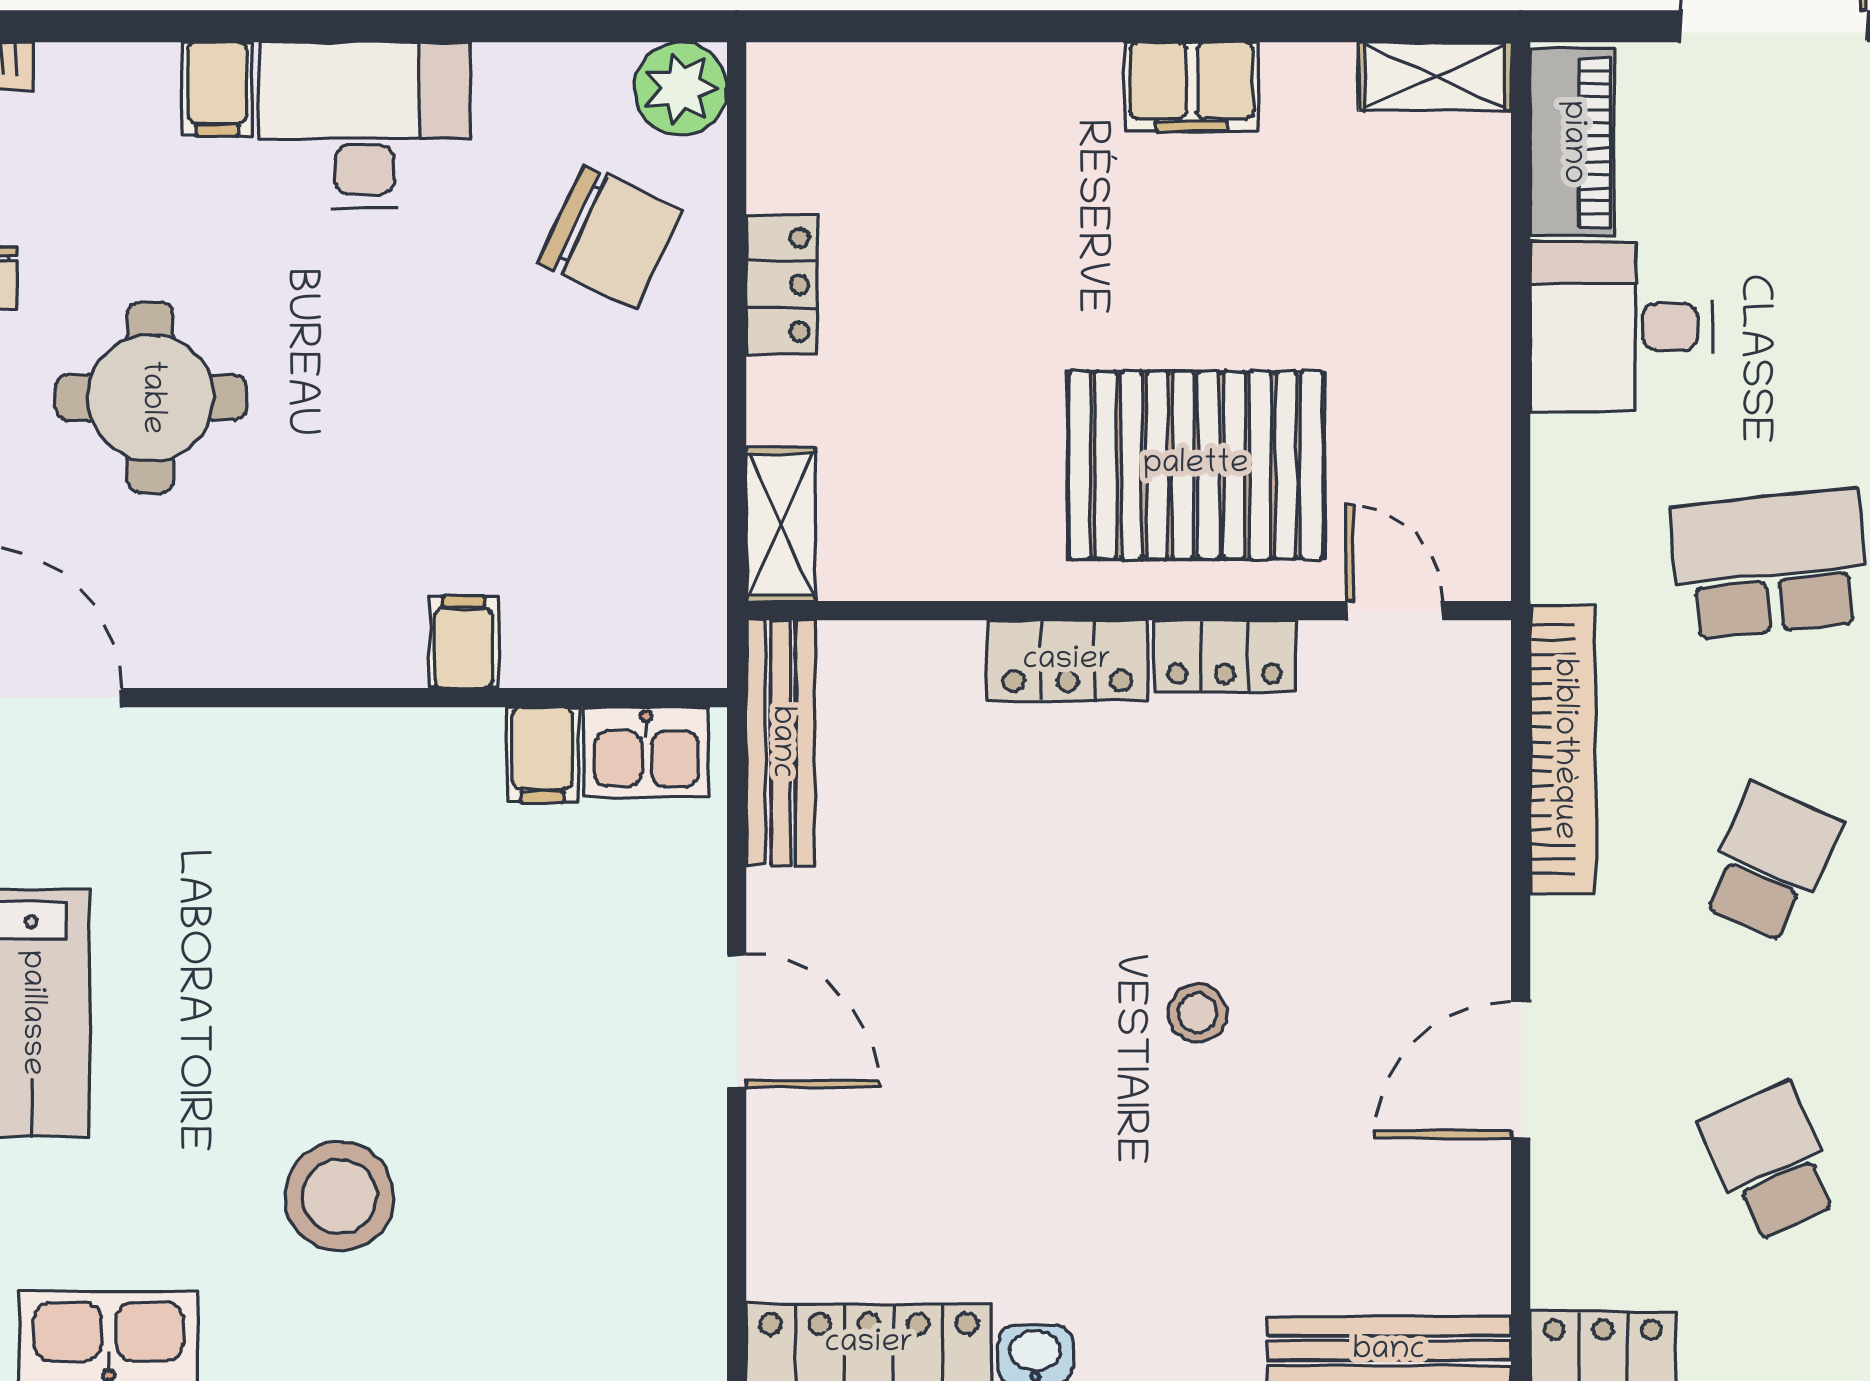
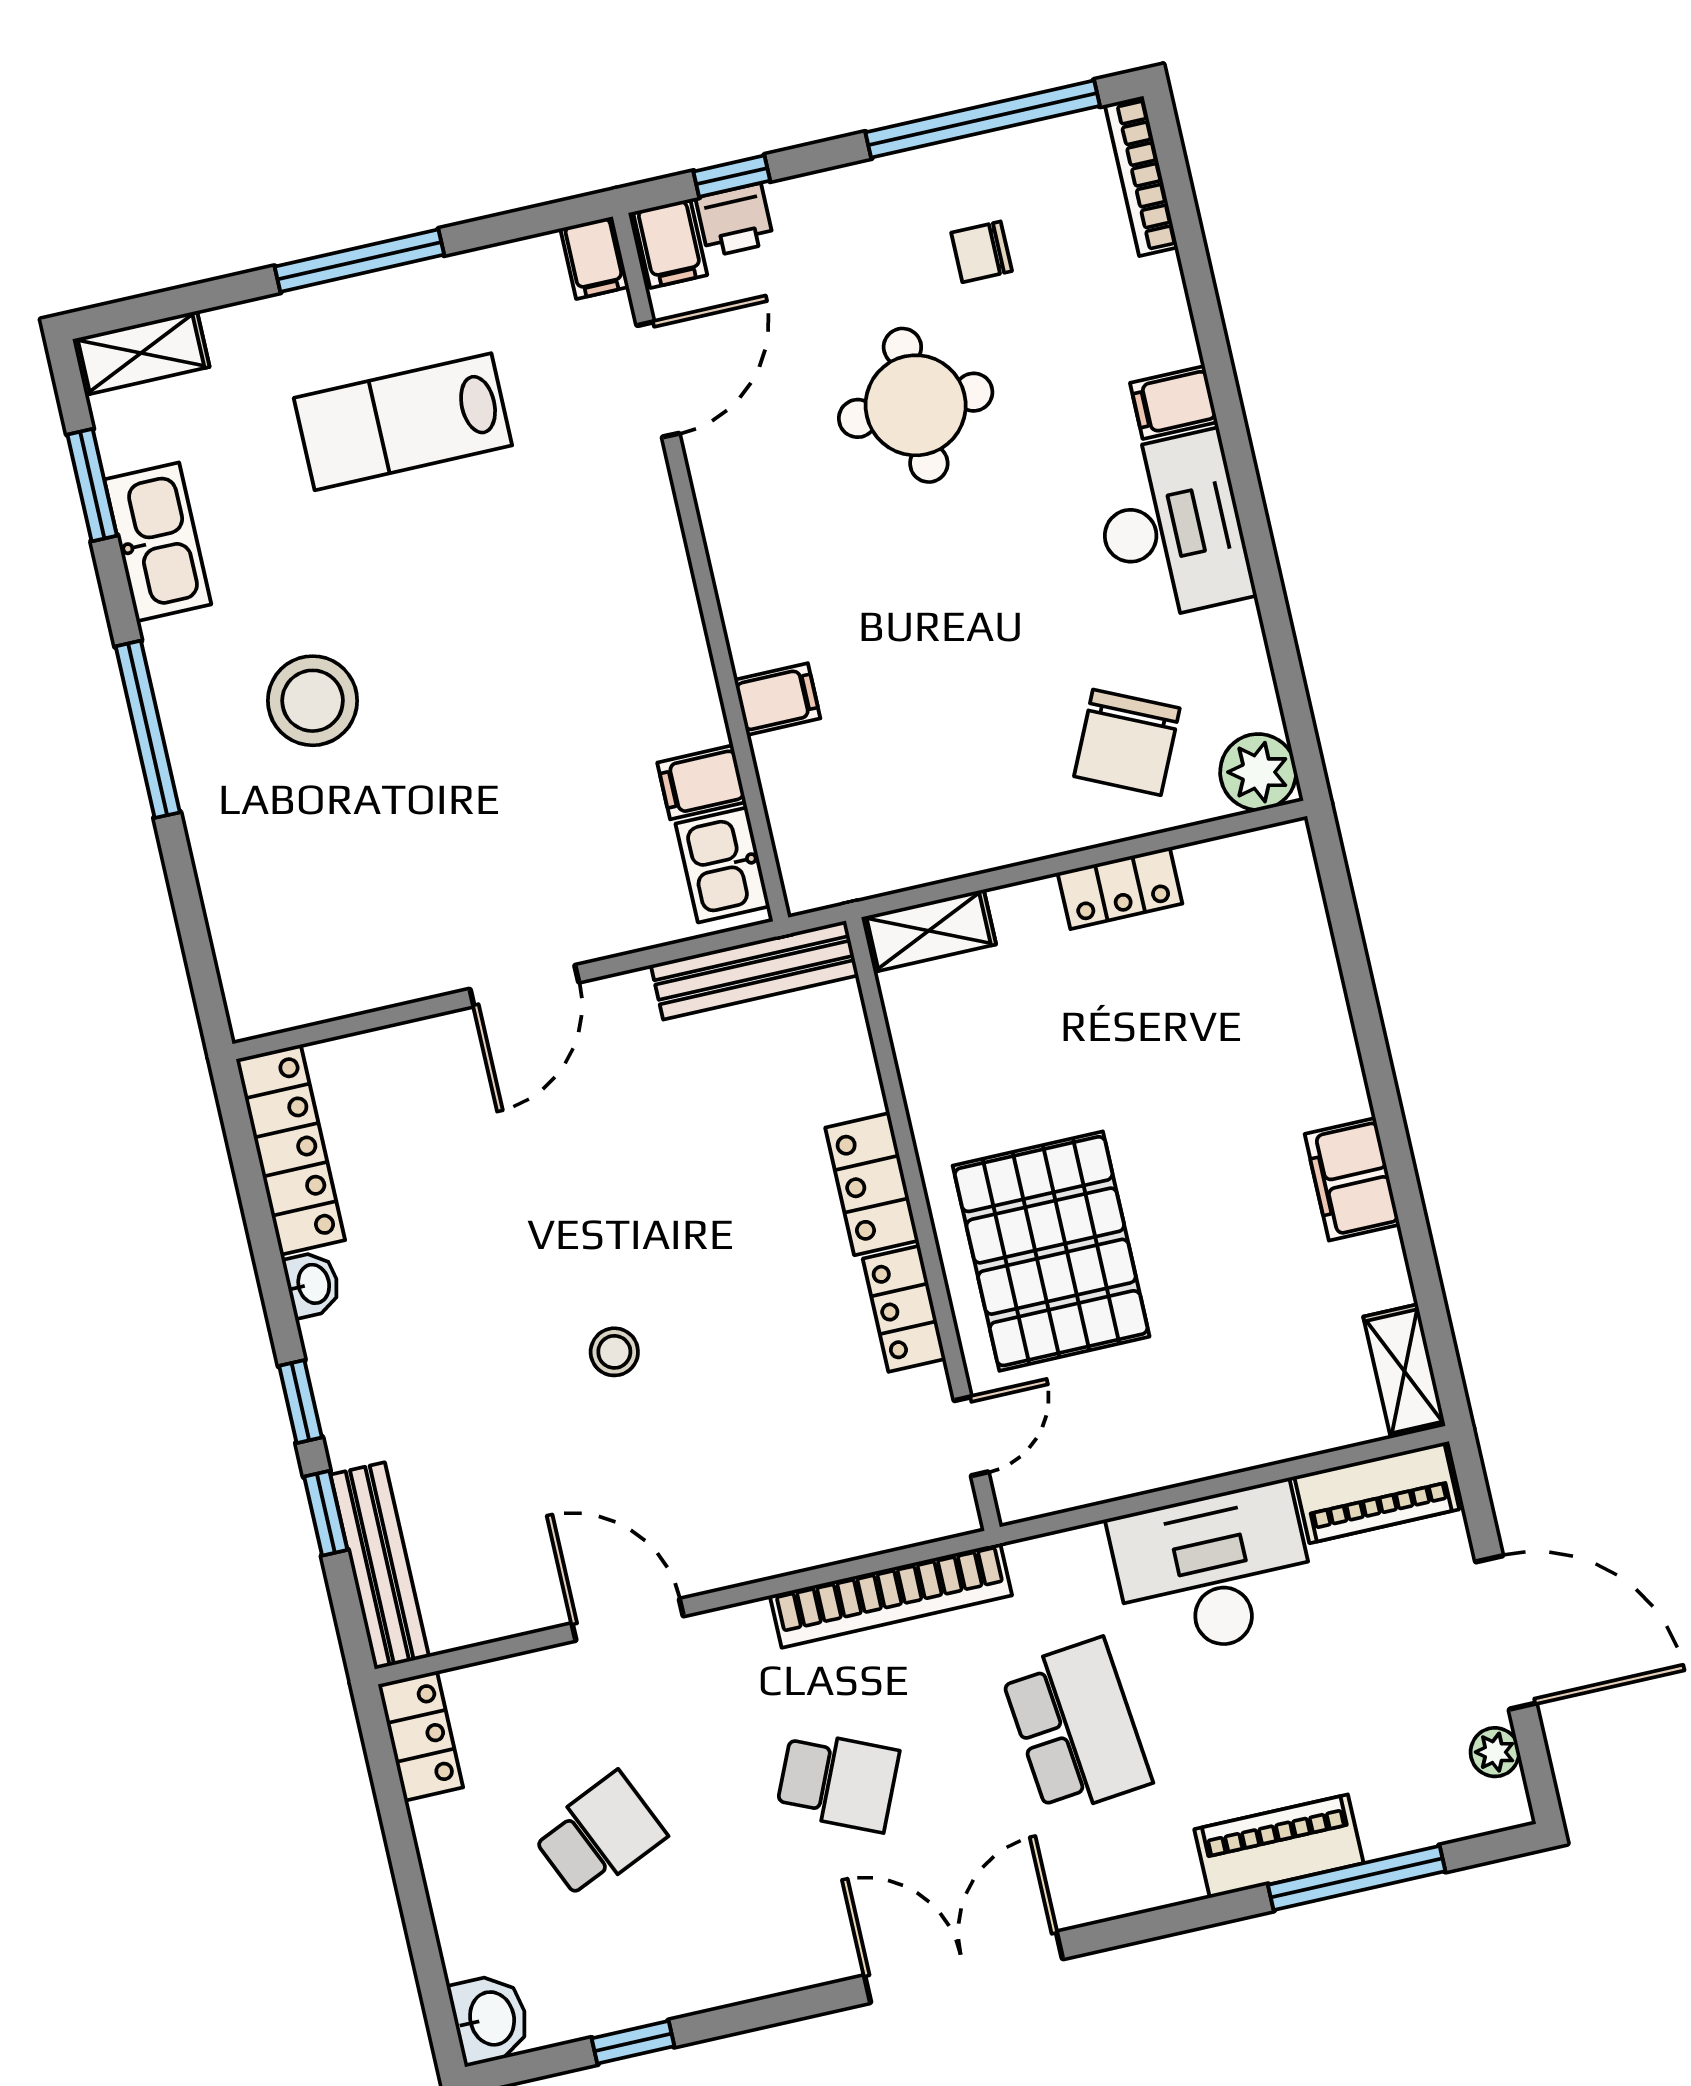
desk: (1621, 327) -> (1213, 1571), width x1.37

